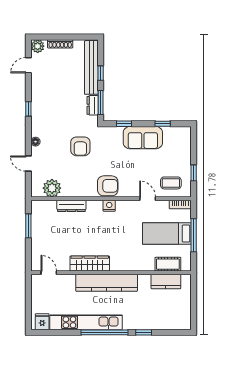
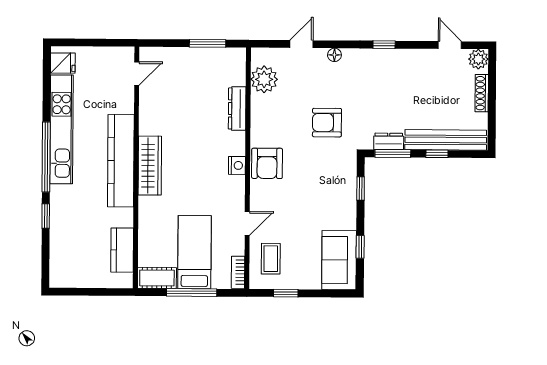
sofa: (143, 138) -> (339, 260), moved
wardrobe: (90, 264) -> (150, 166), moved
cot: (168, 264) -> (157, 278), moved, turned 90

